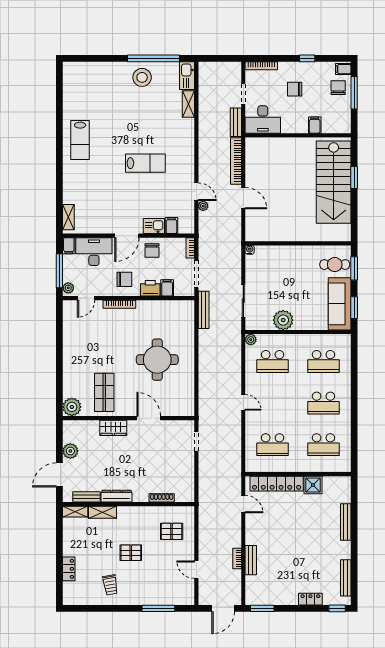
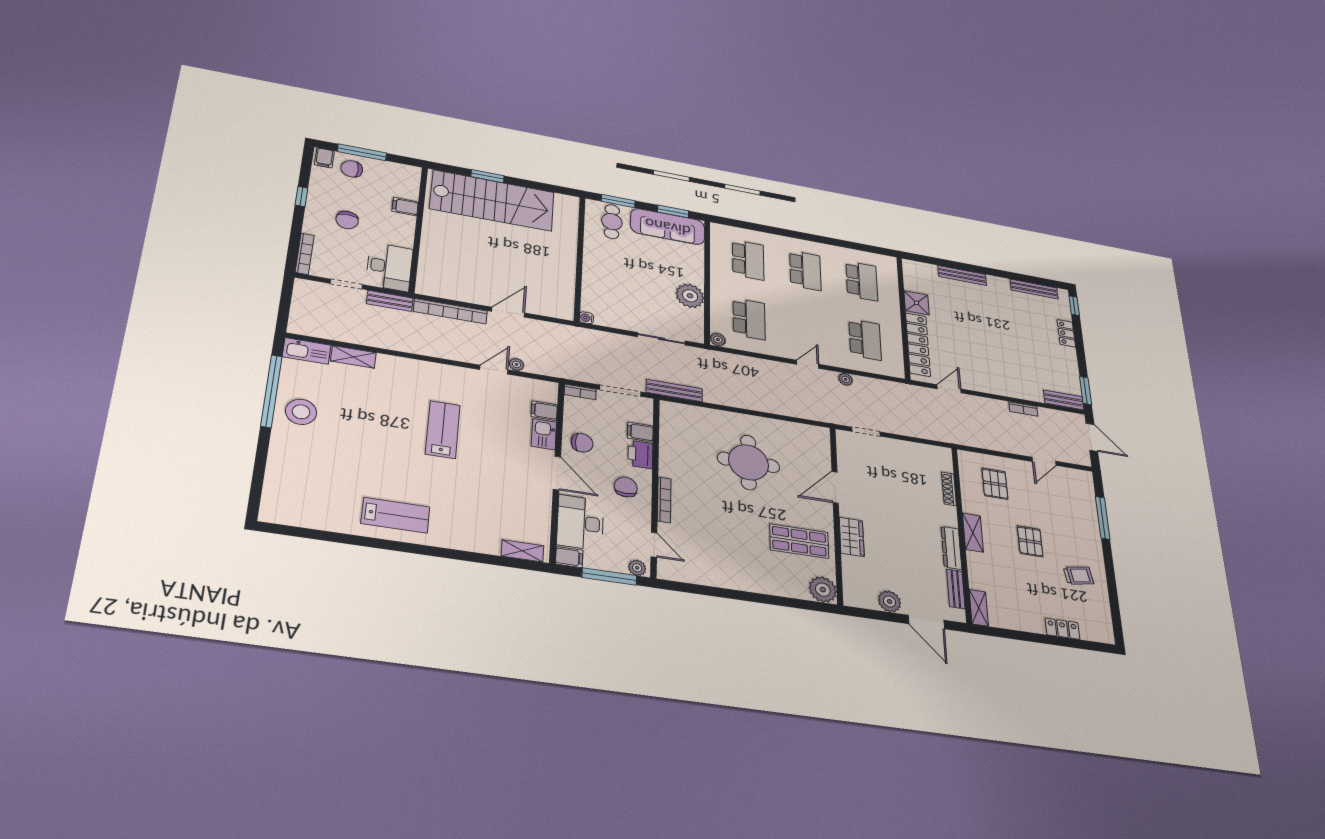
plant: (236, 429) -> (846, 379), added
shelving: (102, 512) -> (973, 533), moved
bench: (251, 560) -> (1064, 400), moved

